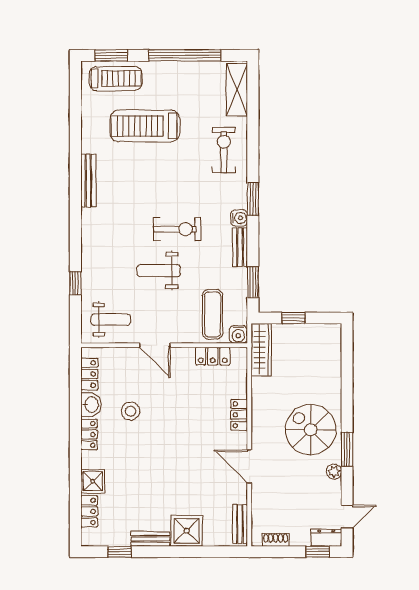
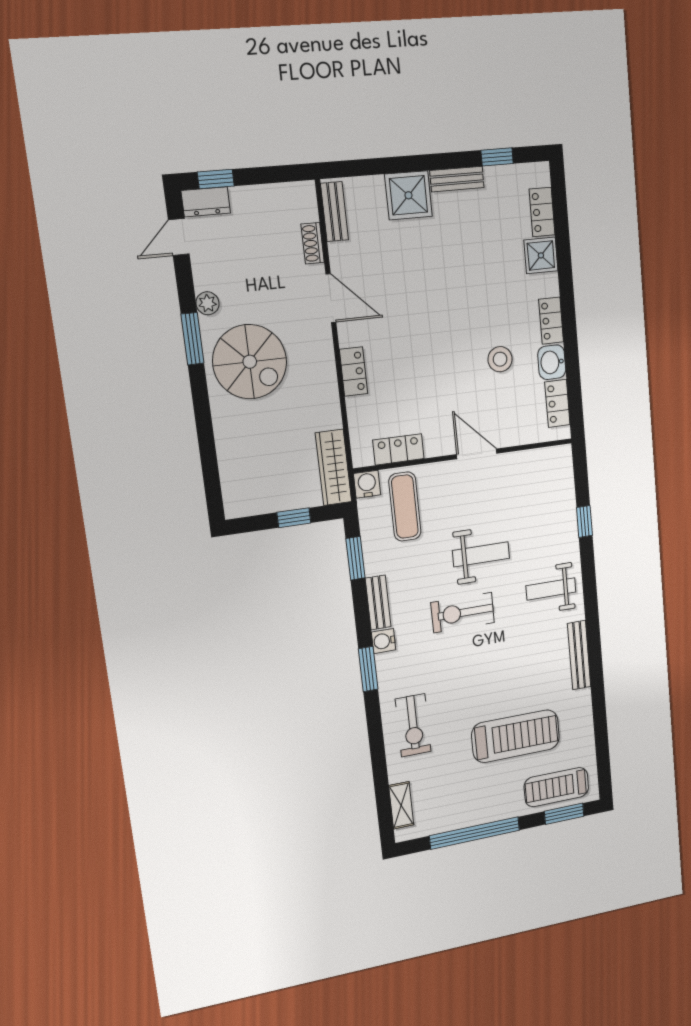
shelving: (237, 90) -> (401, 805), width x0.67, depth x0.75
weight bench: (111, 320) -> (551, 589), moved
shoe rack: (276, 540) -> (313, 243), moved, turned 90

